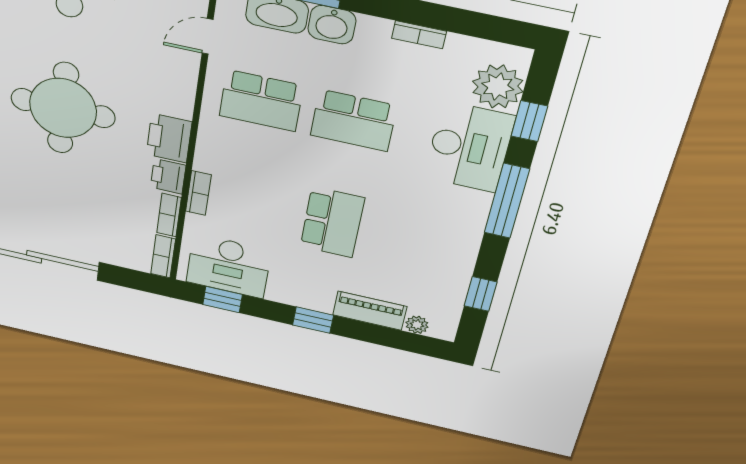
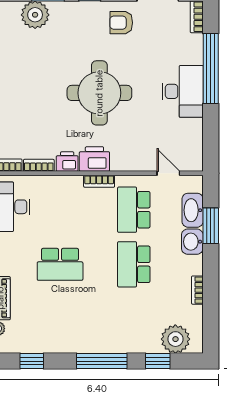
desk: (469, 147) -> (133, 332), removed
bookcase: (198, 193) -> (99, 181), moved

